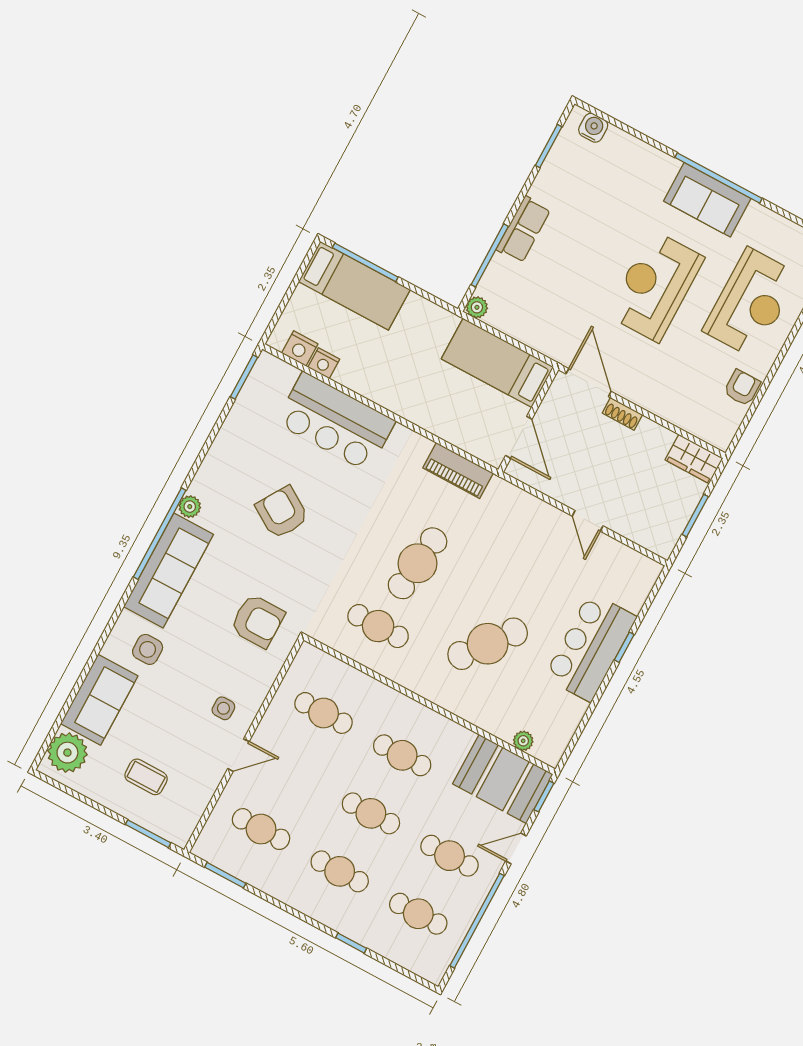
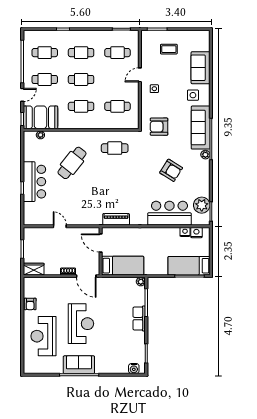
cafe table: (418, 563) -> (113, 178), removed
plant: (67, 753) -> (202, 205), moved

